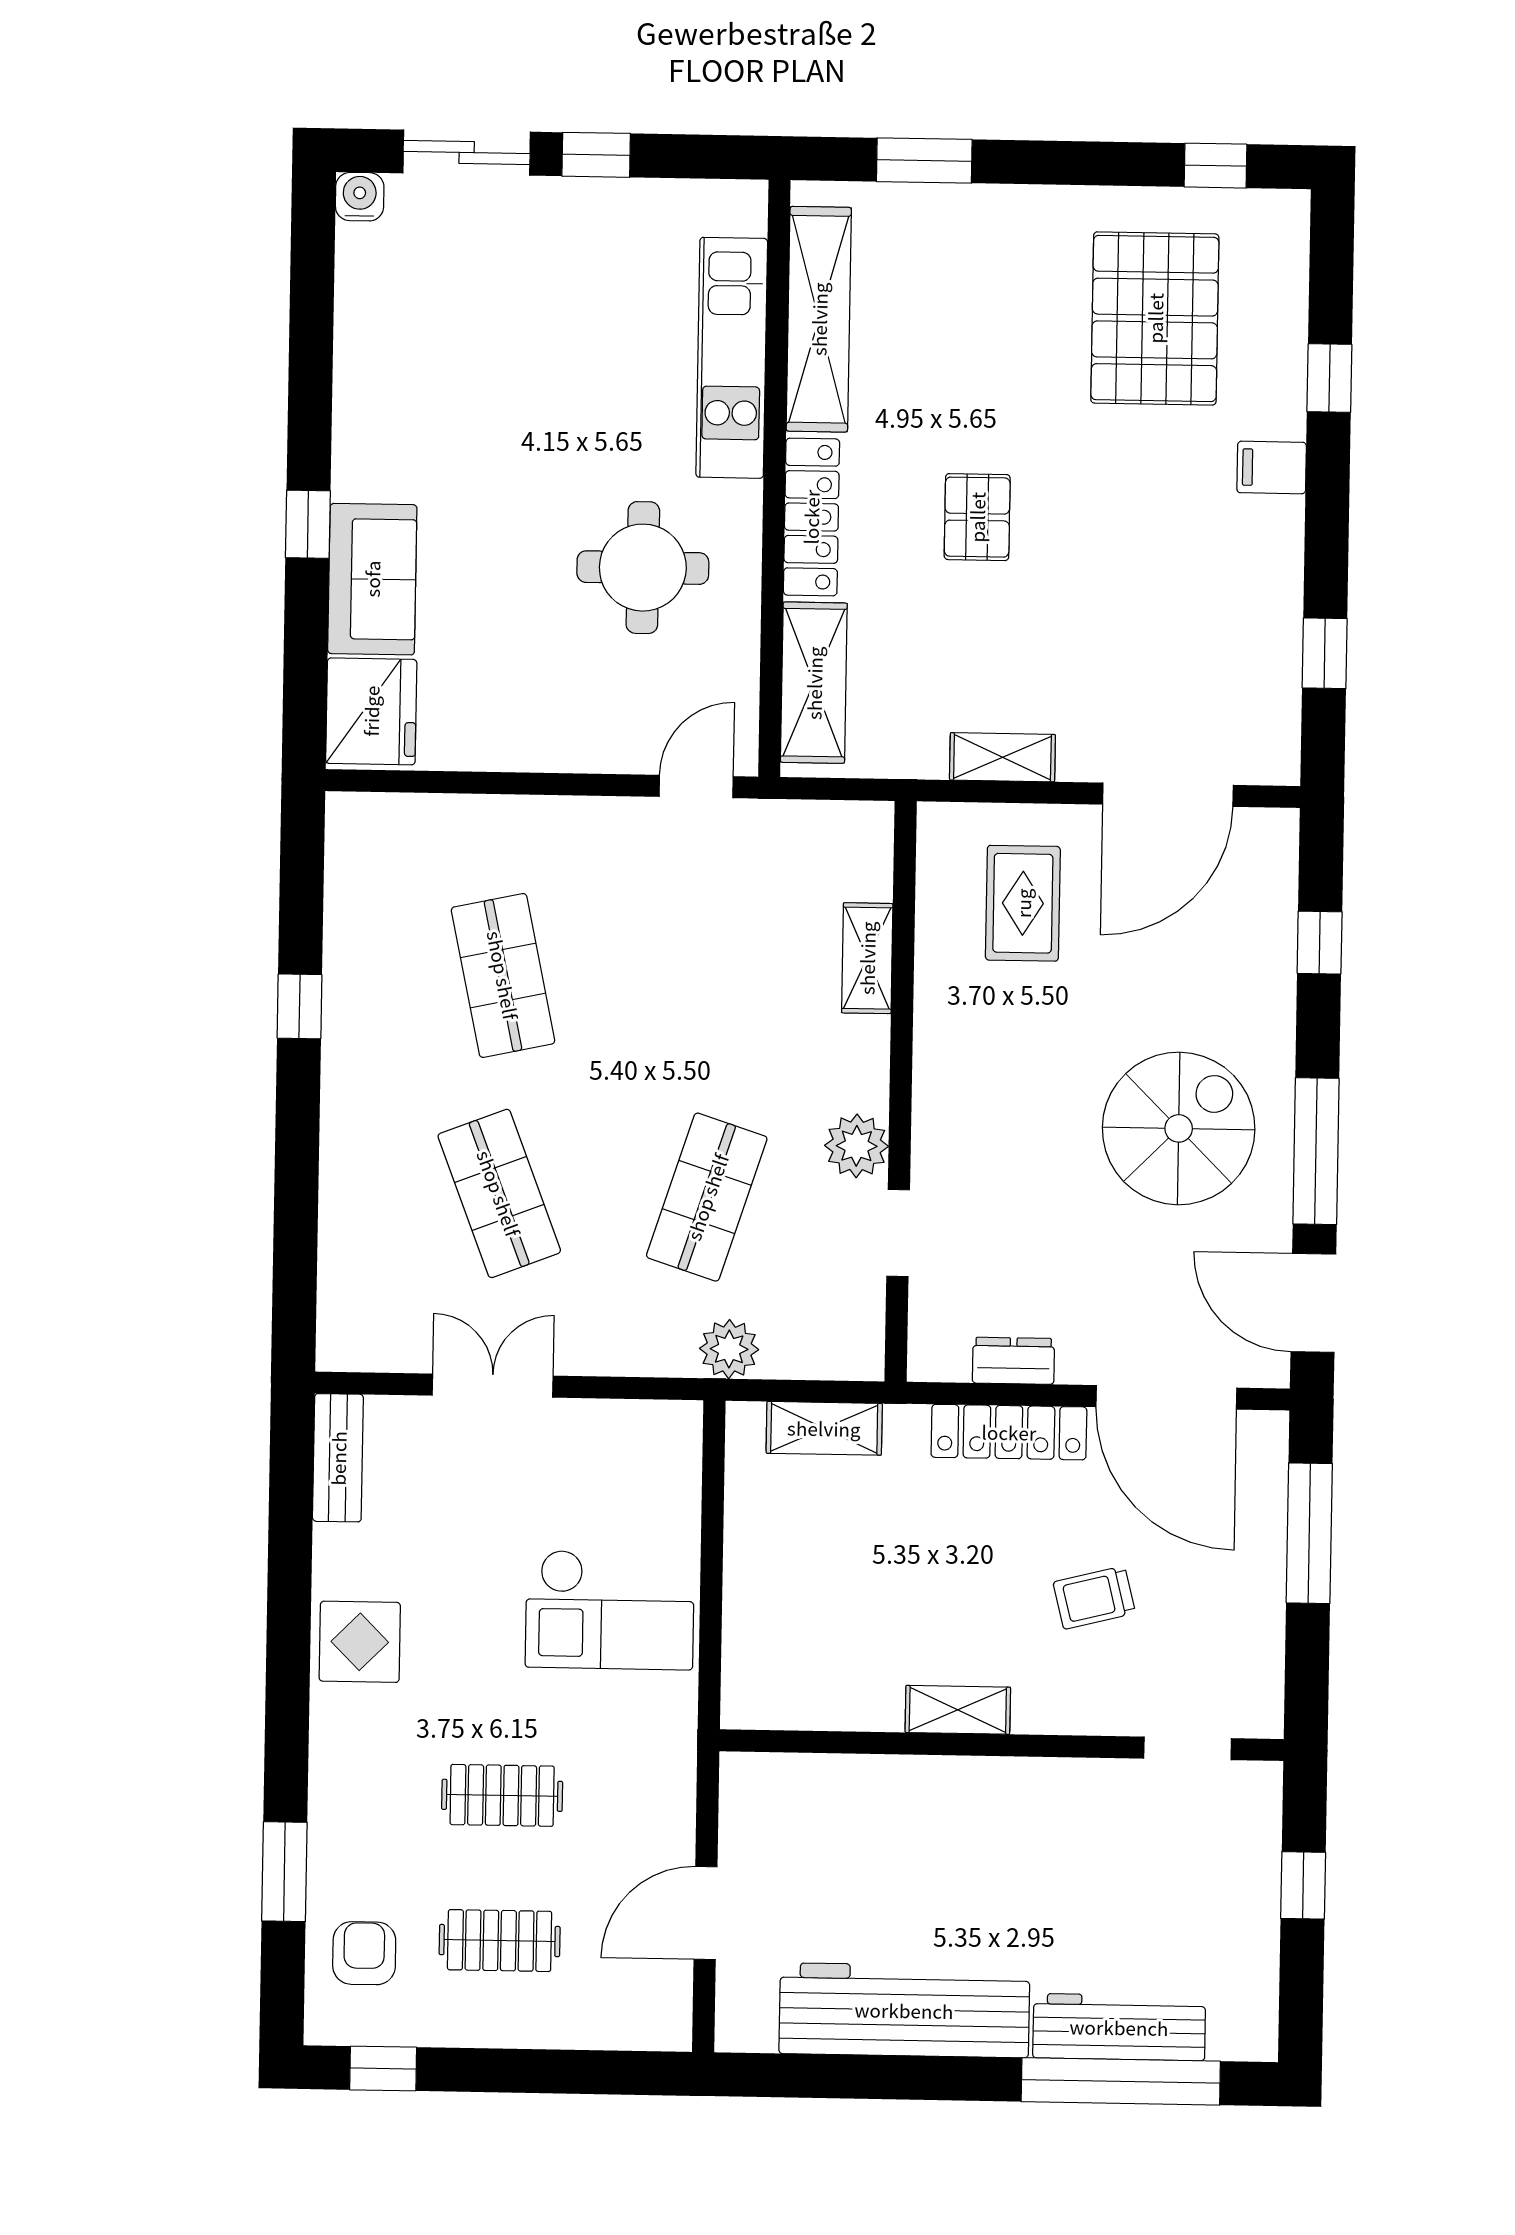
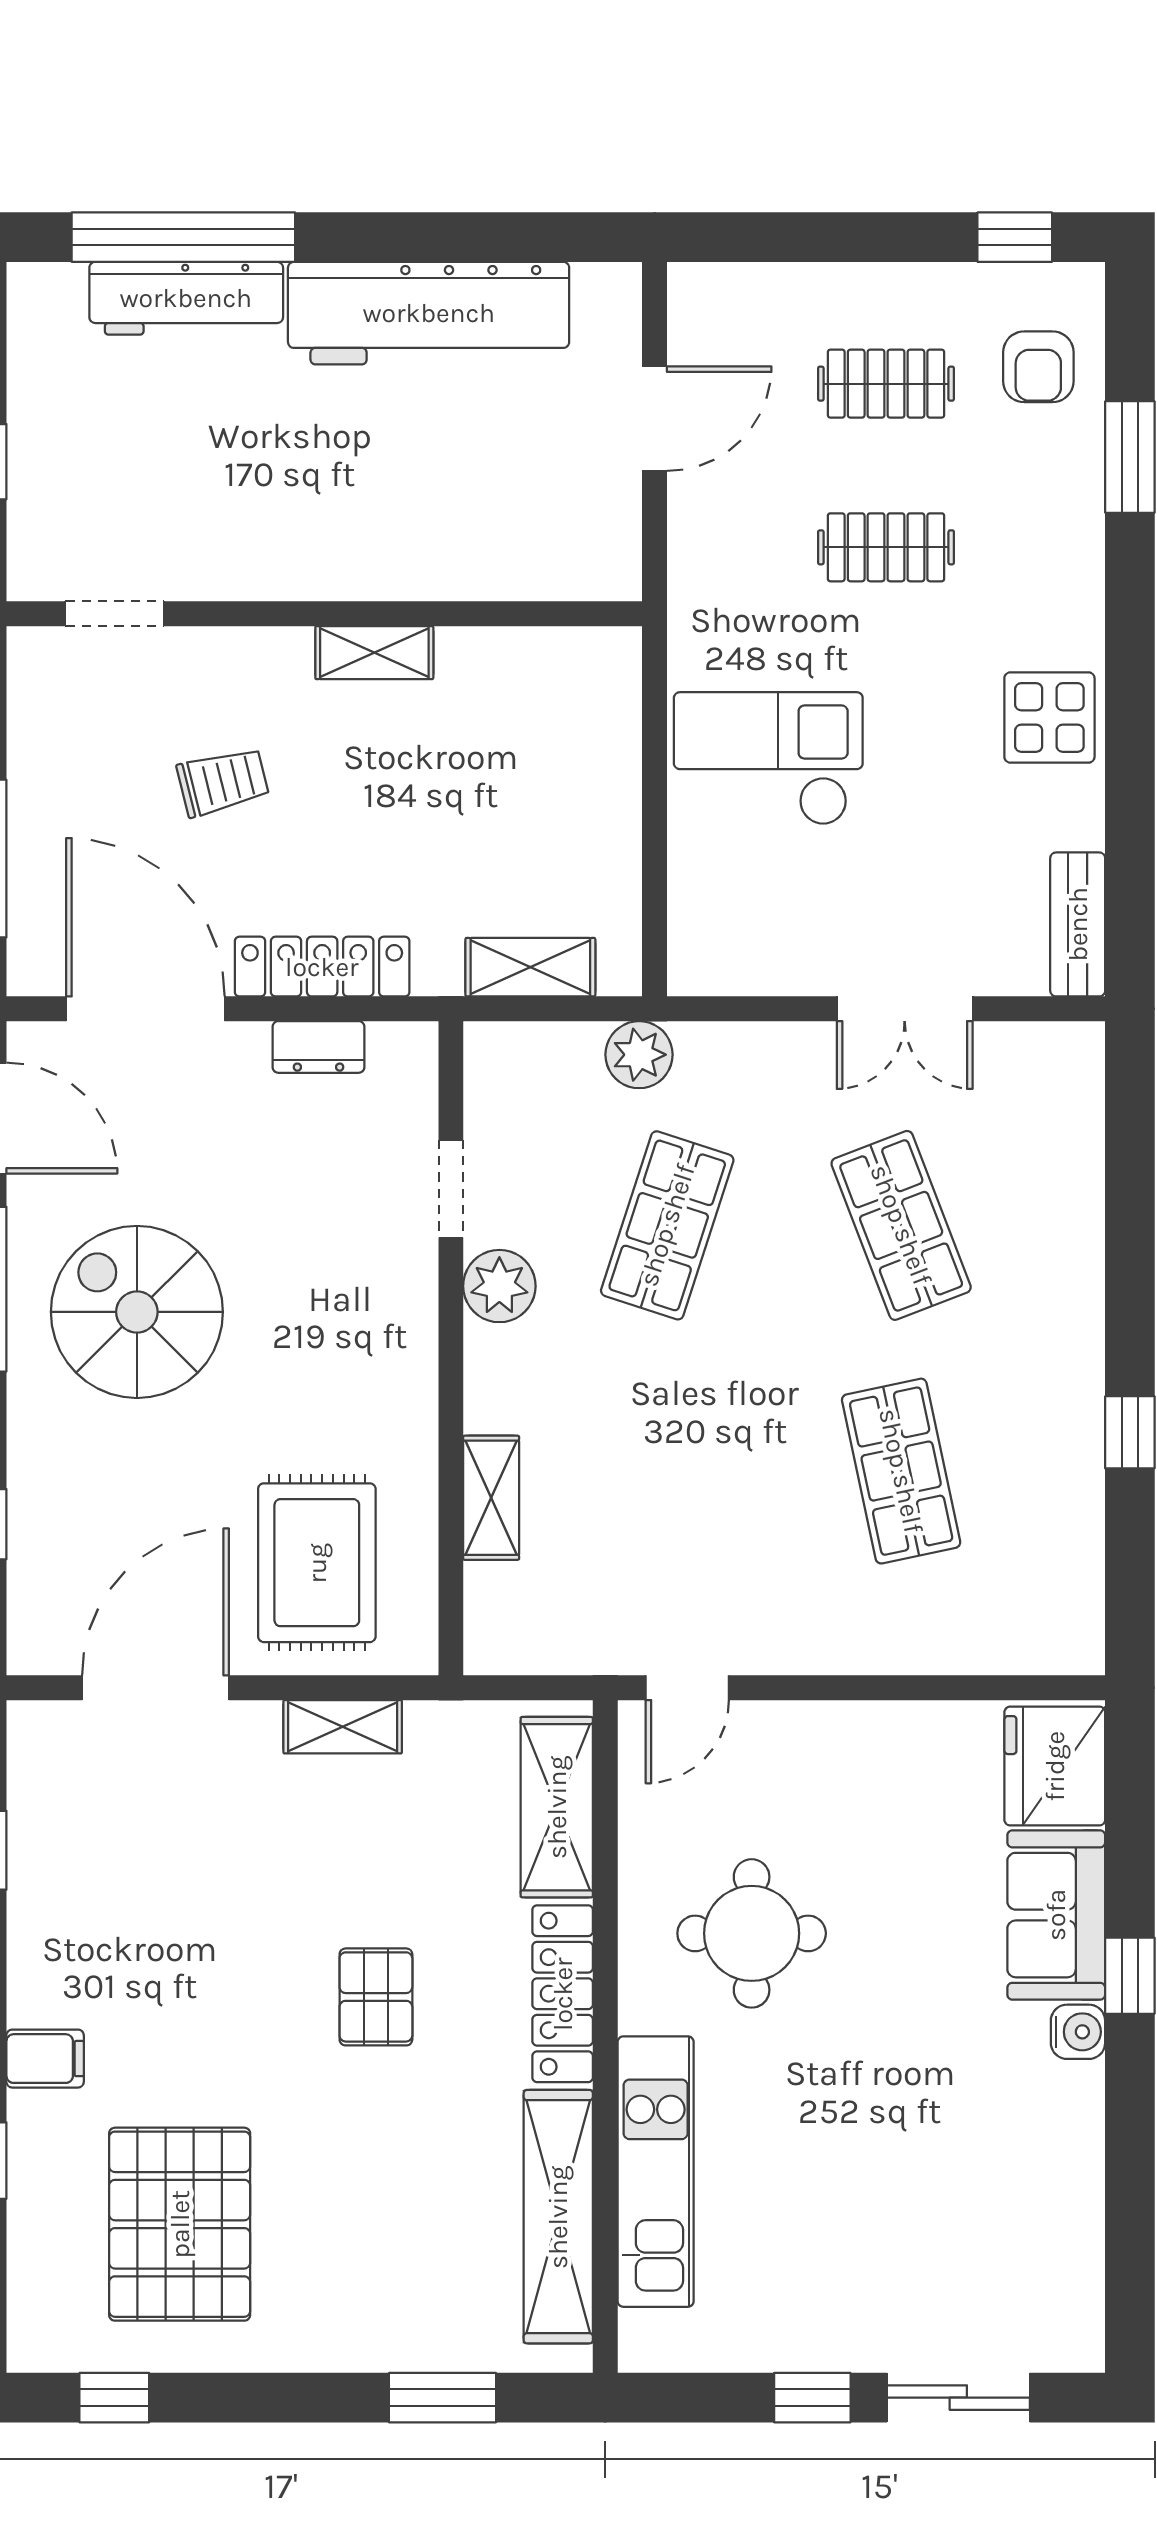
water cooler: (360, 197) -> (1078, 2032), moved, turned -90
rug: (1023, 903) -> (317, 1563), width x1.36, depth x1.43
spiral stairs: (1179, 1128) -> (137, 1312), turned 90

